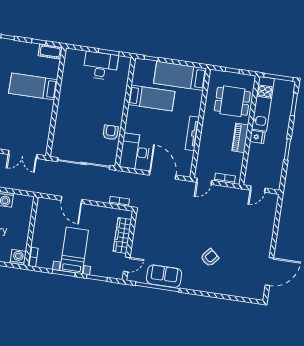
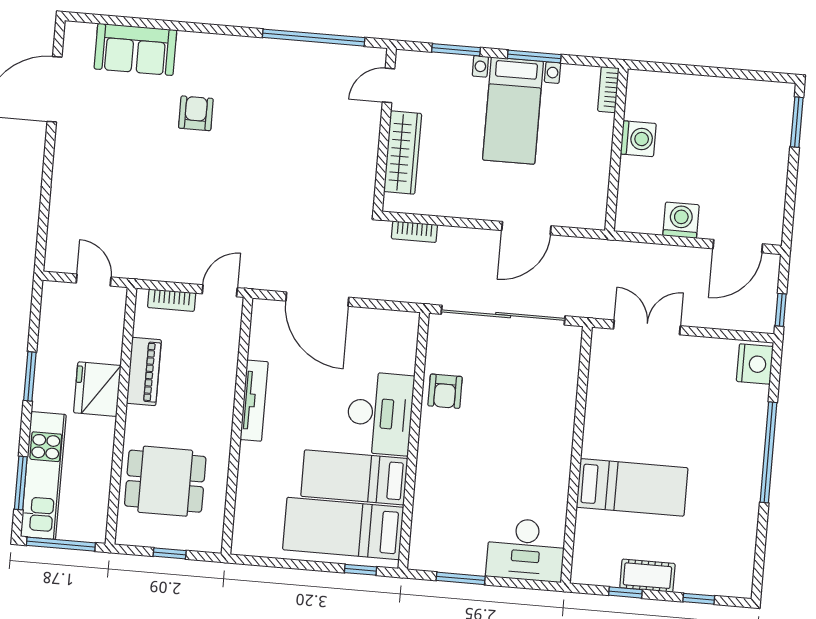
cot: (50, 52) -> (647, 576), moved
desk: (101, 66) -> (526, 550), moved
bed: (180, 76) -> (343, 528), moved, turned 180
kitchen unit: (263, 104) -> (43, 475), moved, turned 180
fridge: (257, 137) -> (97, 389), width x1.88, depth x1.34
piano: (240, 138) -> (144, 371), moved
desk: (135, 152) -> (380, 413), moved
door: (258, 189) -> (94, 280), hinge flipped
door: (71, 200) -> (526, 228), swing flipped
washing machine: (18, 257) -> (638, 139), moved, turned -90
armchair: (210, 258) -> (196, 113), turned 139
sofa: (164, 276) -> (135, 49), moved

